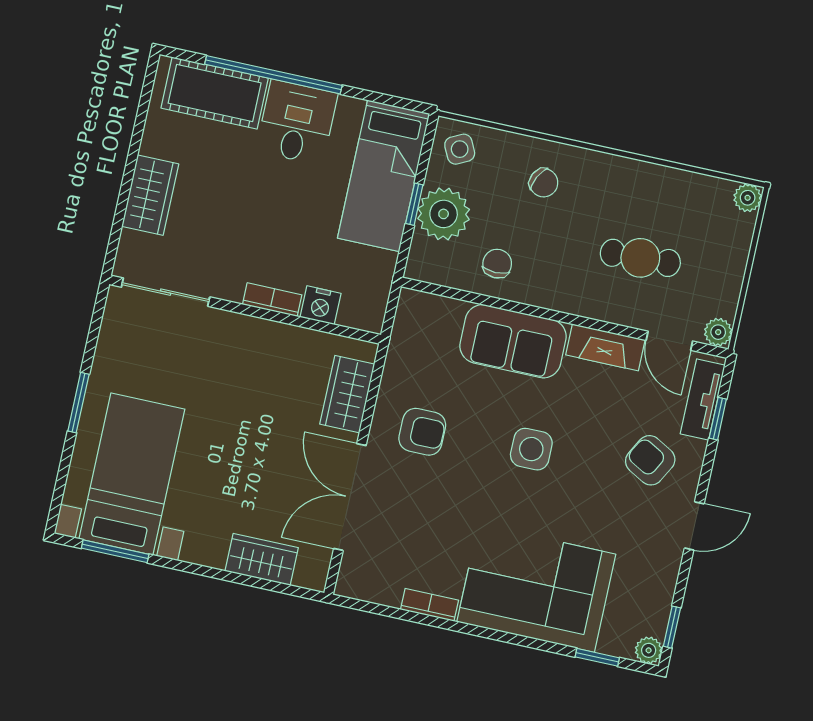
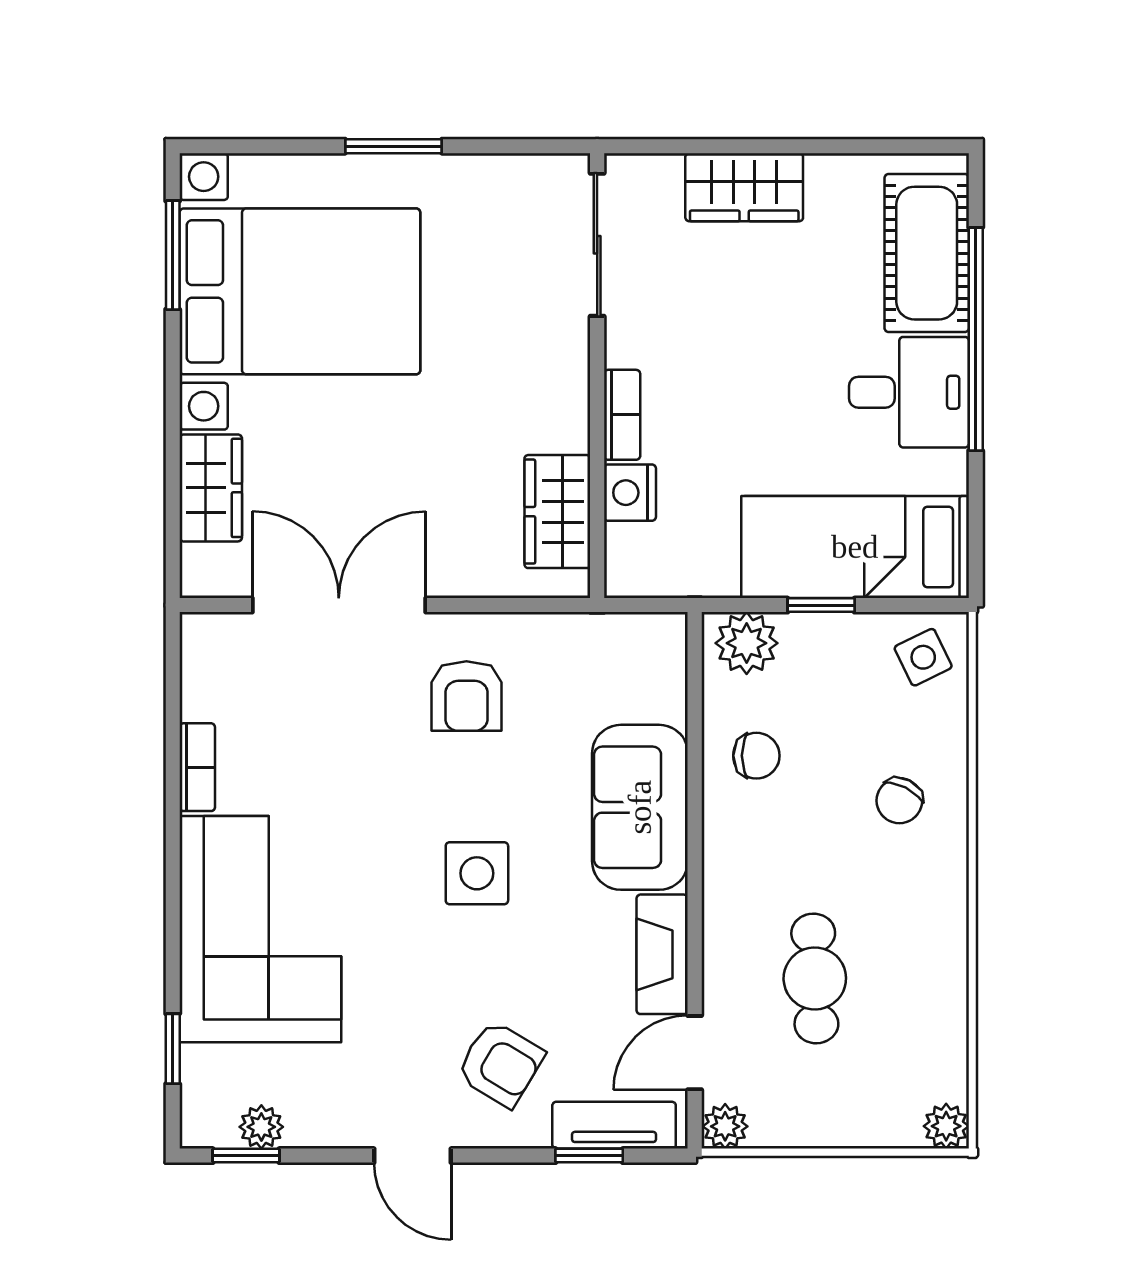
plant: (444, 214) -> (747, 643), moved, width x0.73, depth x0.73
wardrobe: (347, 394) -> (557, 512), moved, turned -90
armchair: (650, 460) -> (500, 1064), turned 92
bed with nightstands: (132, 474) -> (300, 291), width x1.36
plant: (649, 650) -> (261, 1127), moved

